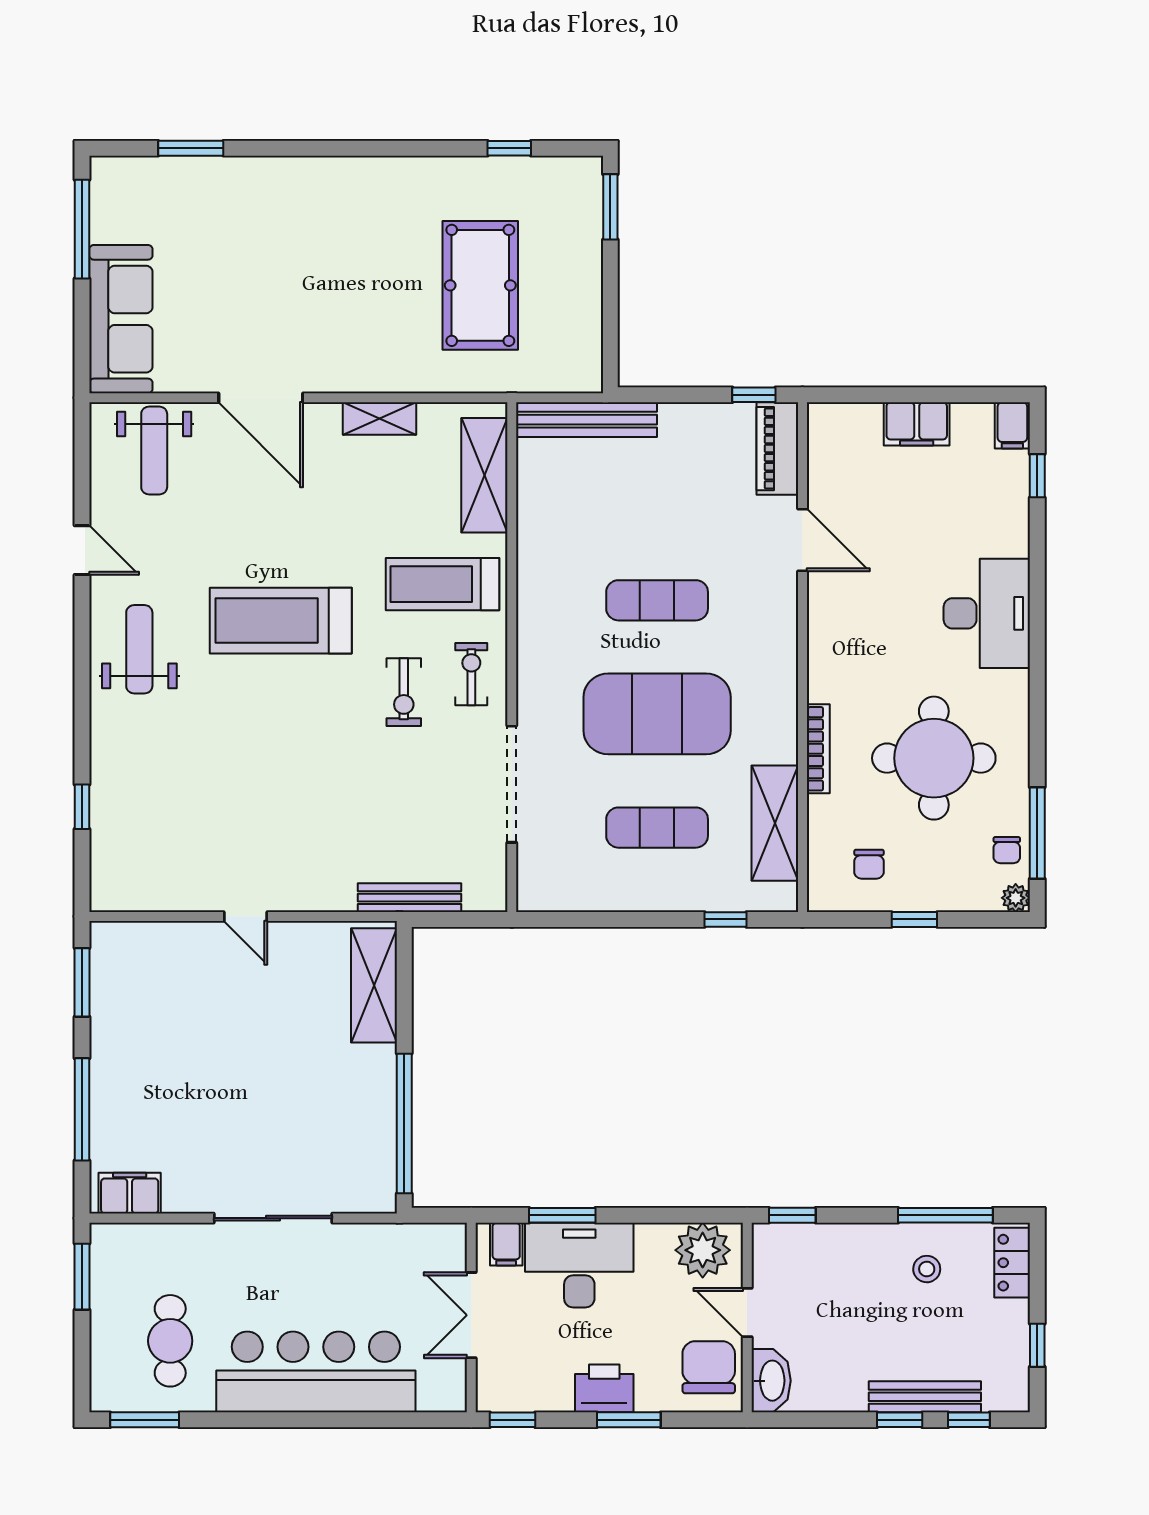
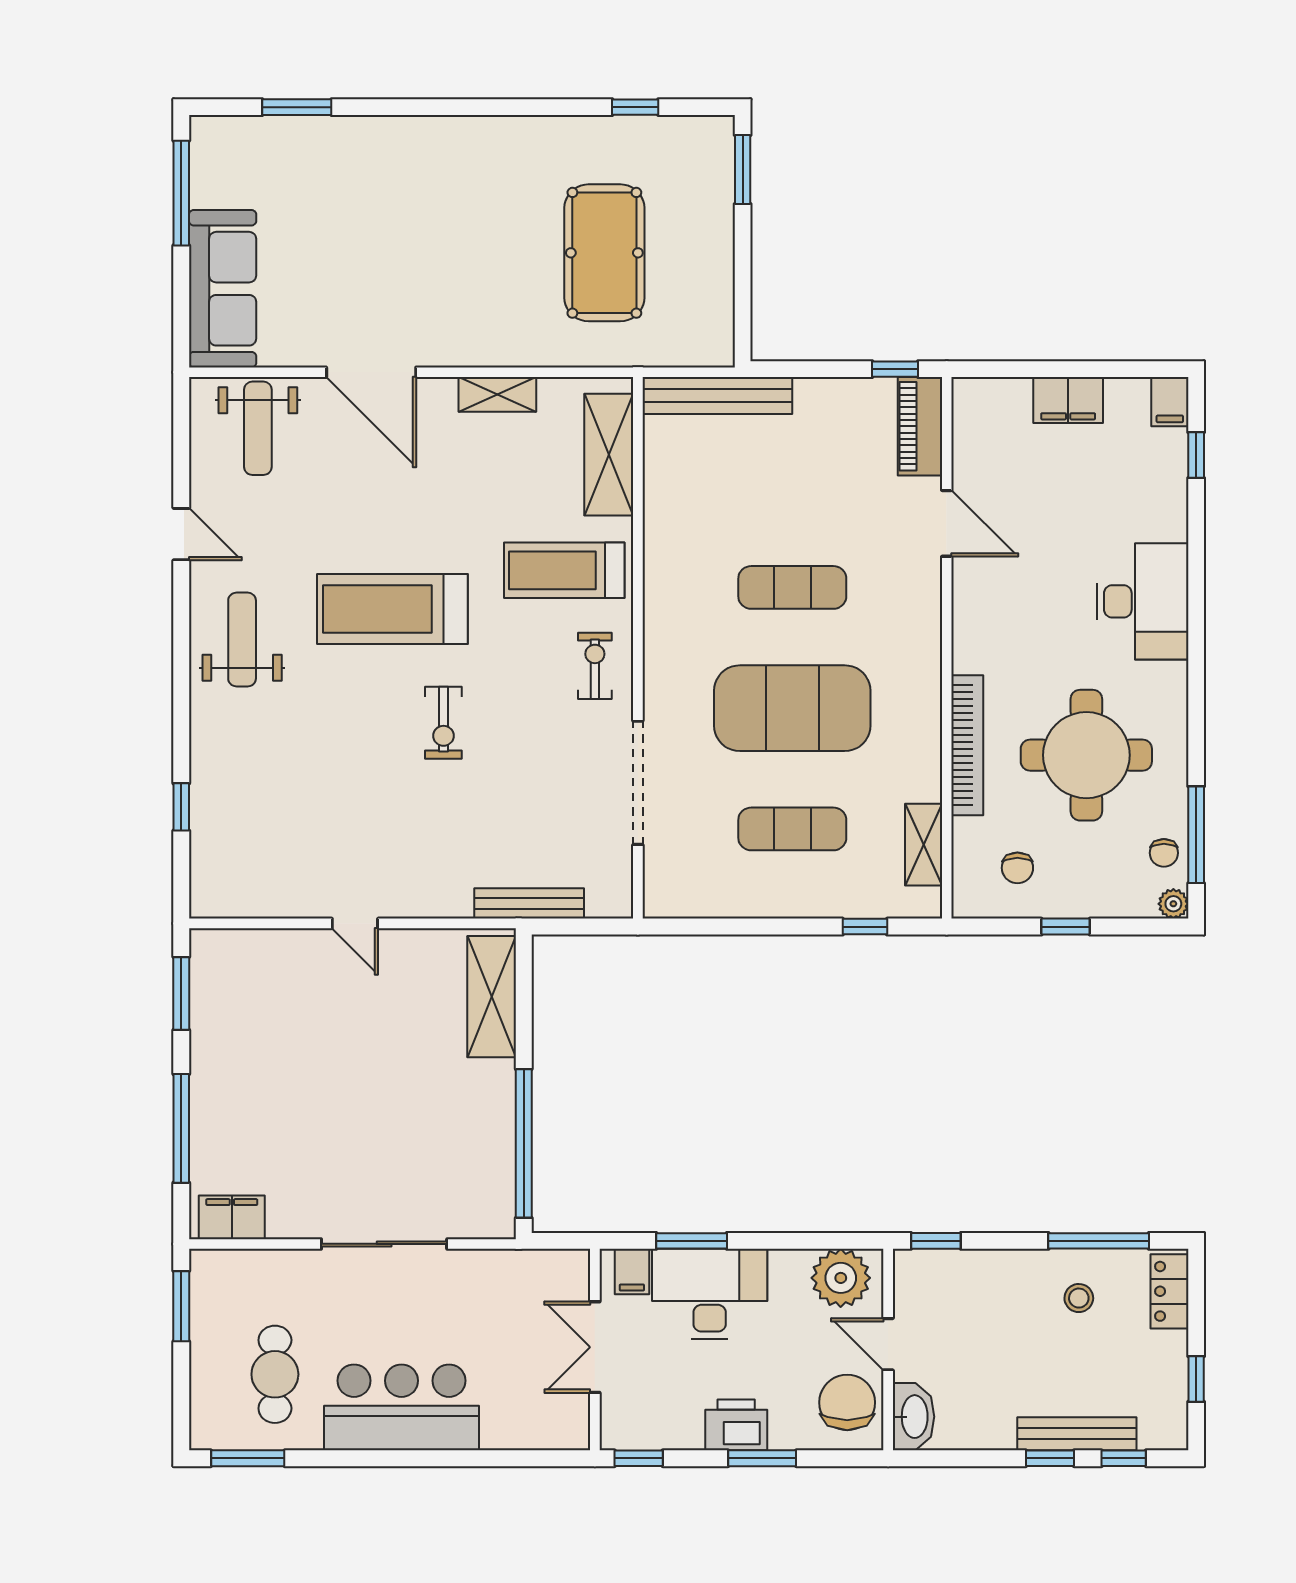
exercise bike: (404, 692) -> (443, 723), moved
bookcase: (818, 749) -> (967, 745), width x1.48, depth x1.31
shelving: (775, 823) -> (924, 845), width x0.67, depth x0.75
bar counter: (316, 1372) -> (402, 1407), width x0.73

